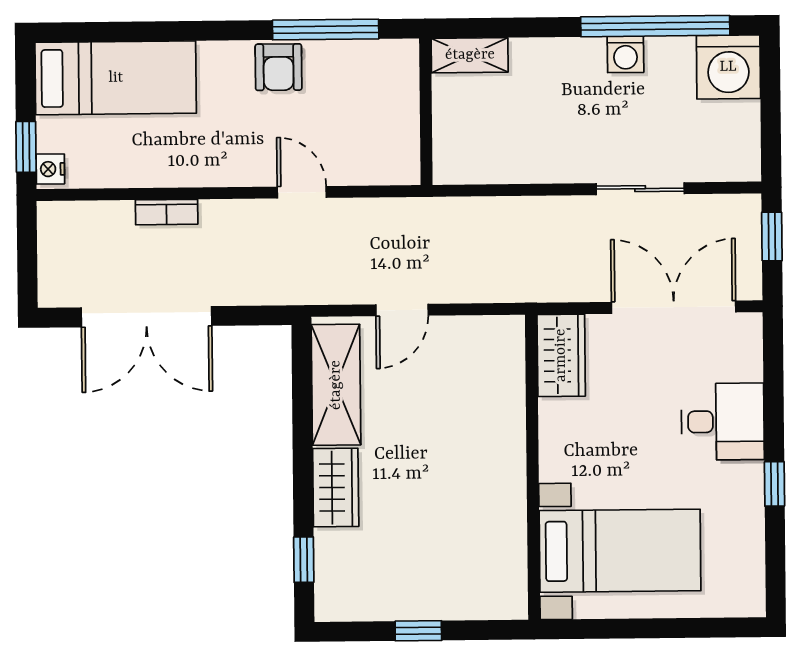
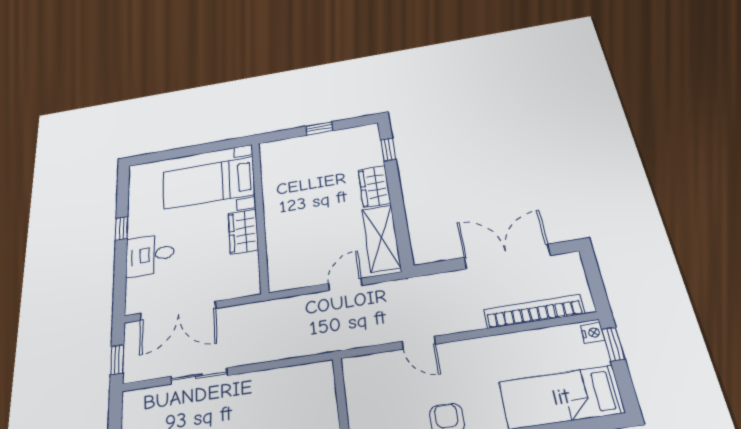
bookcase: (167, 212) -> (534, 312), width x2.31, depth x1.31
wardrobe: (561, 355) -> (243, 231), moved

